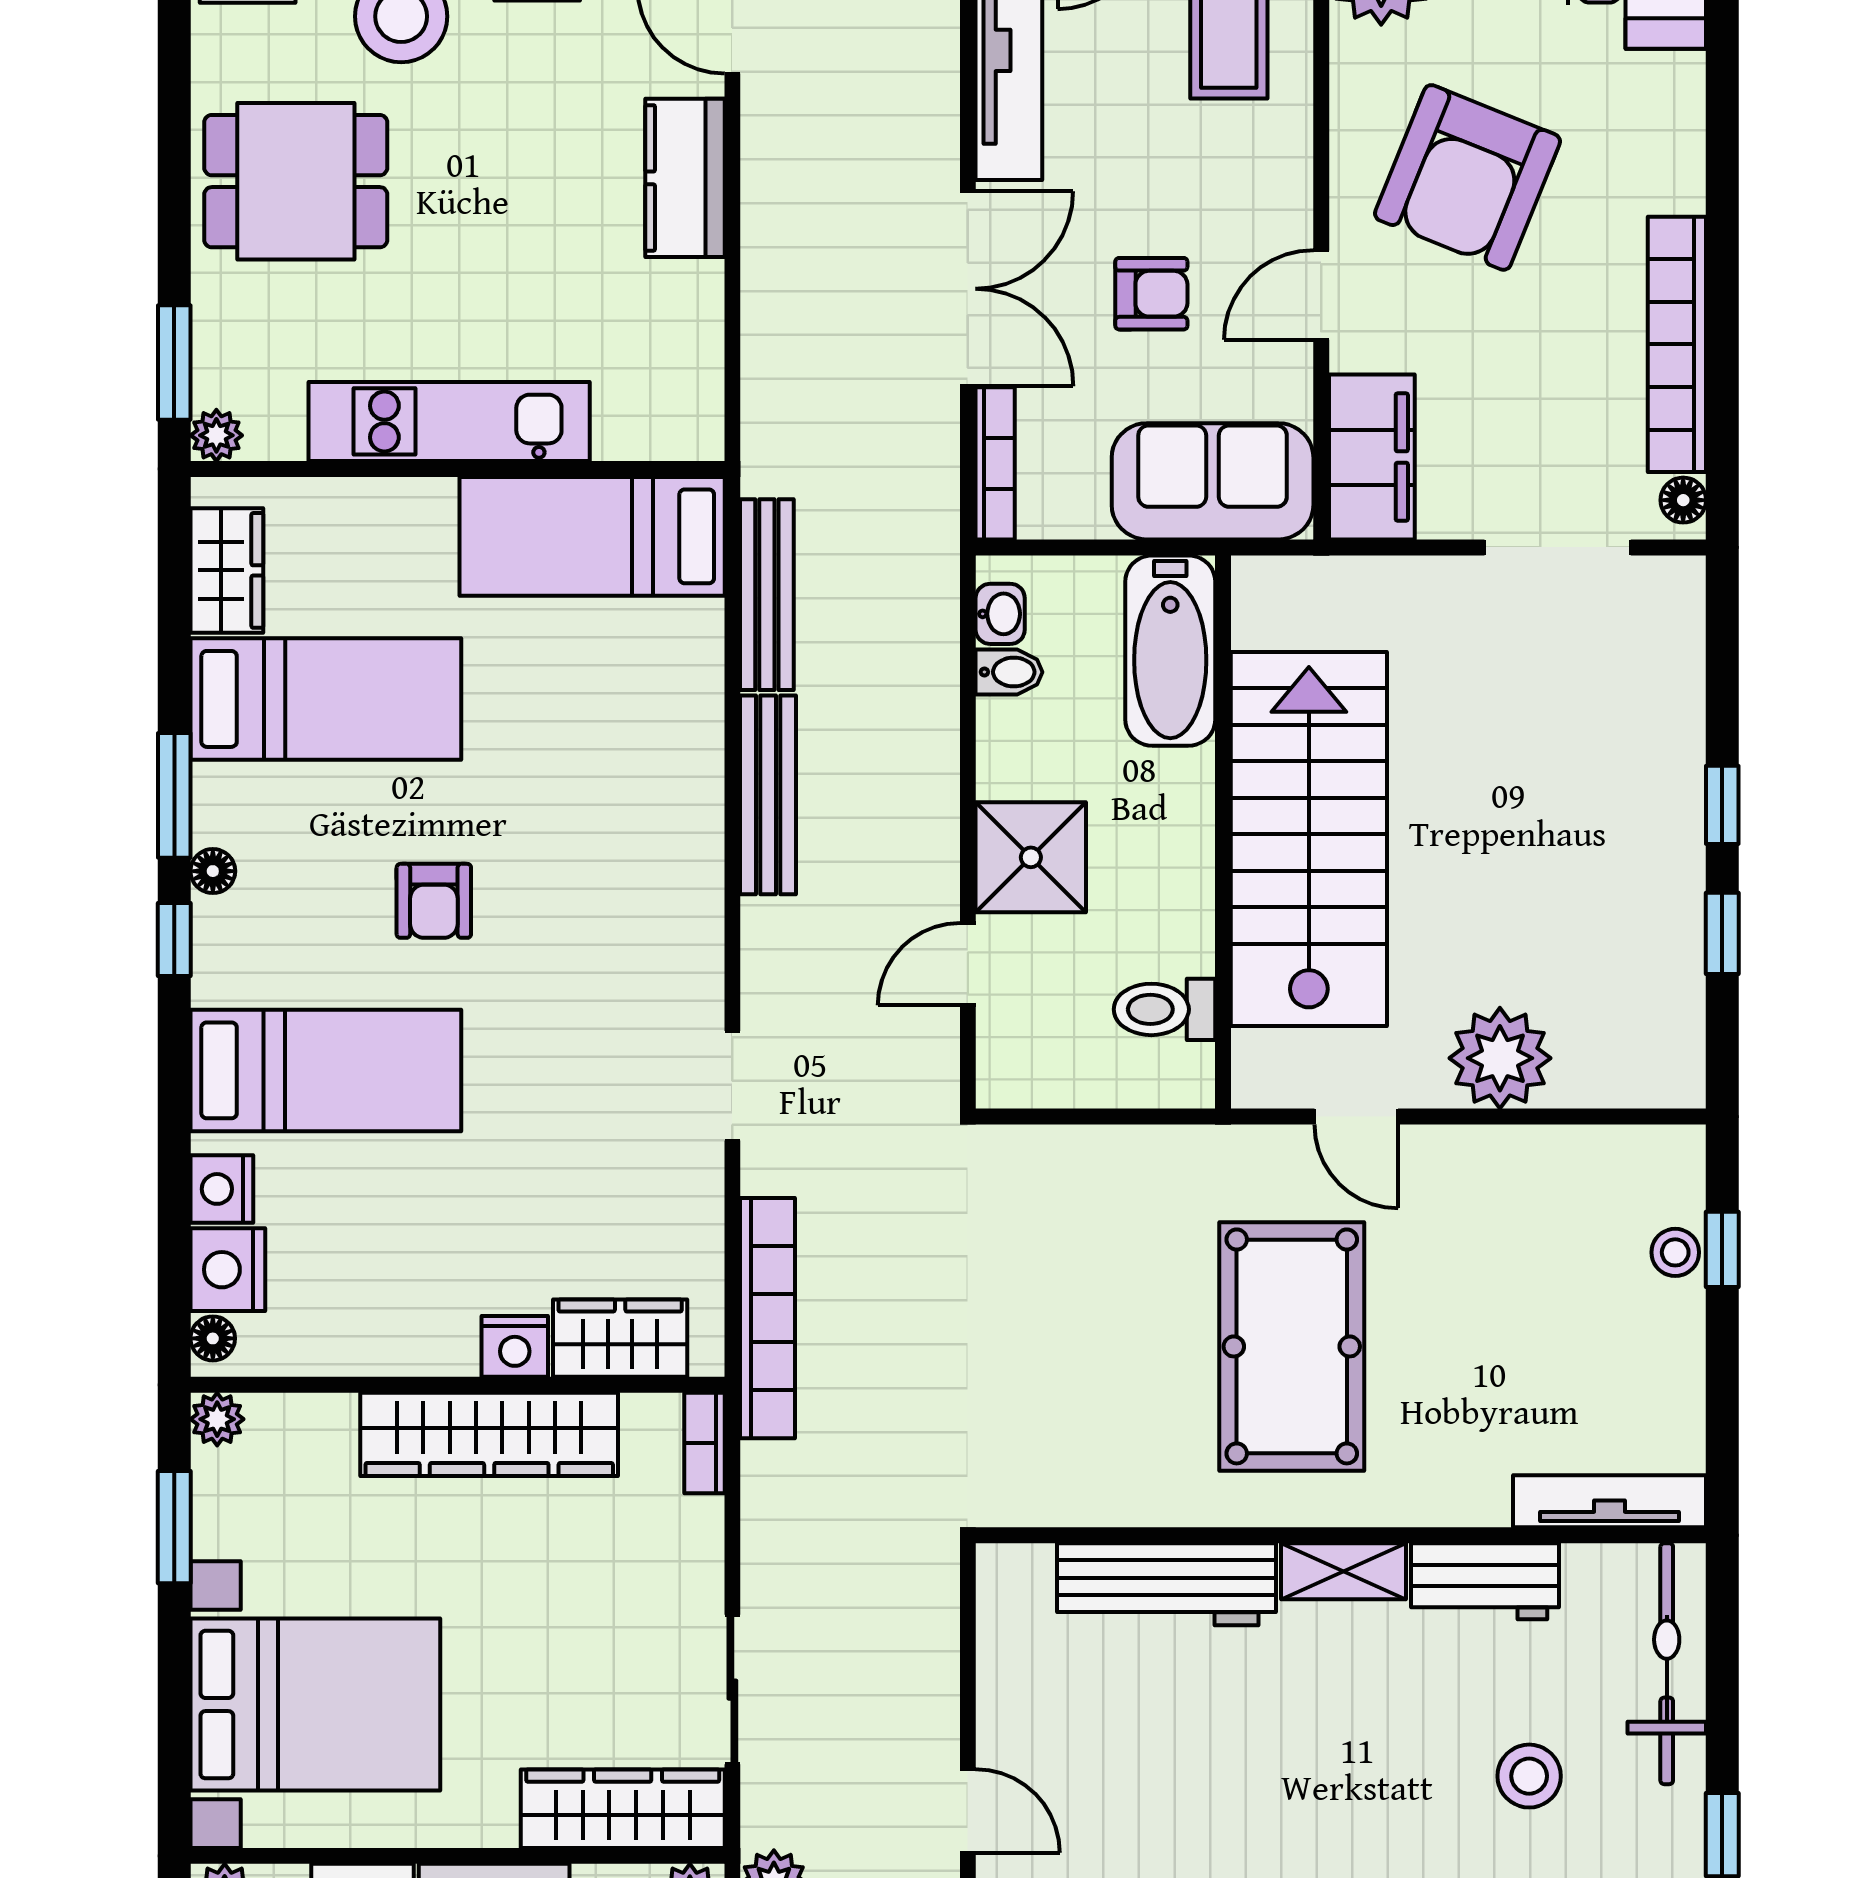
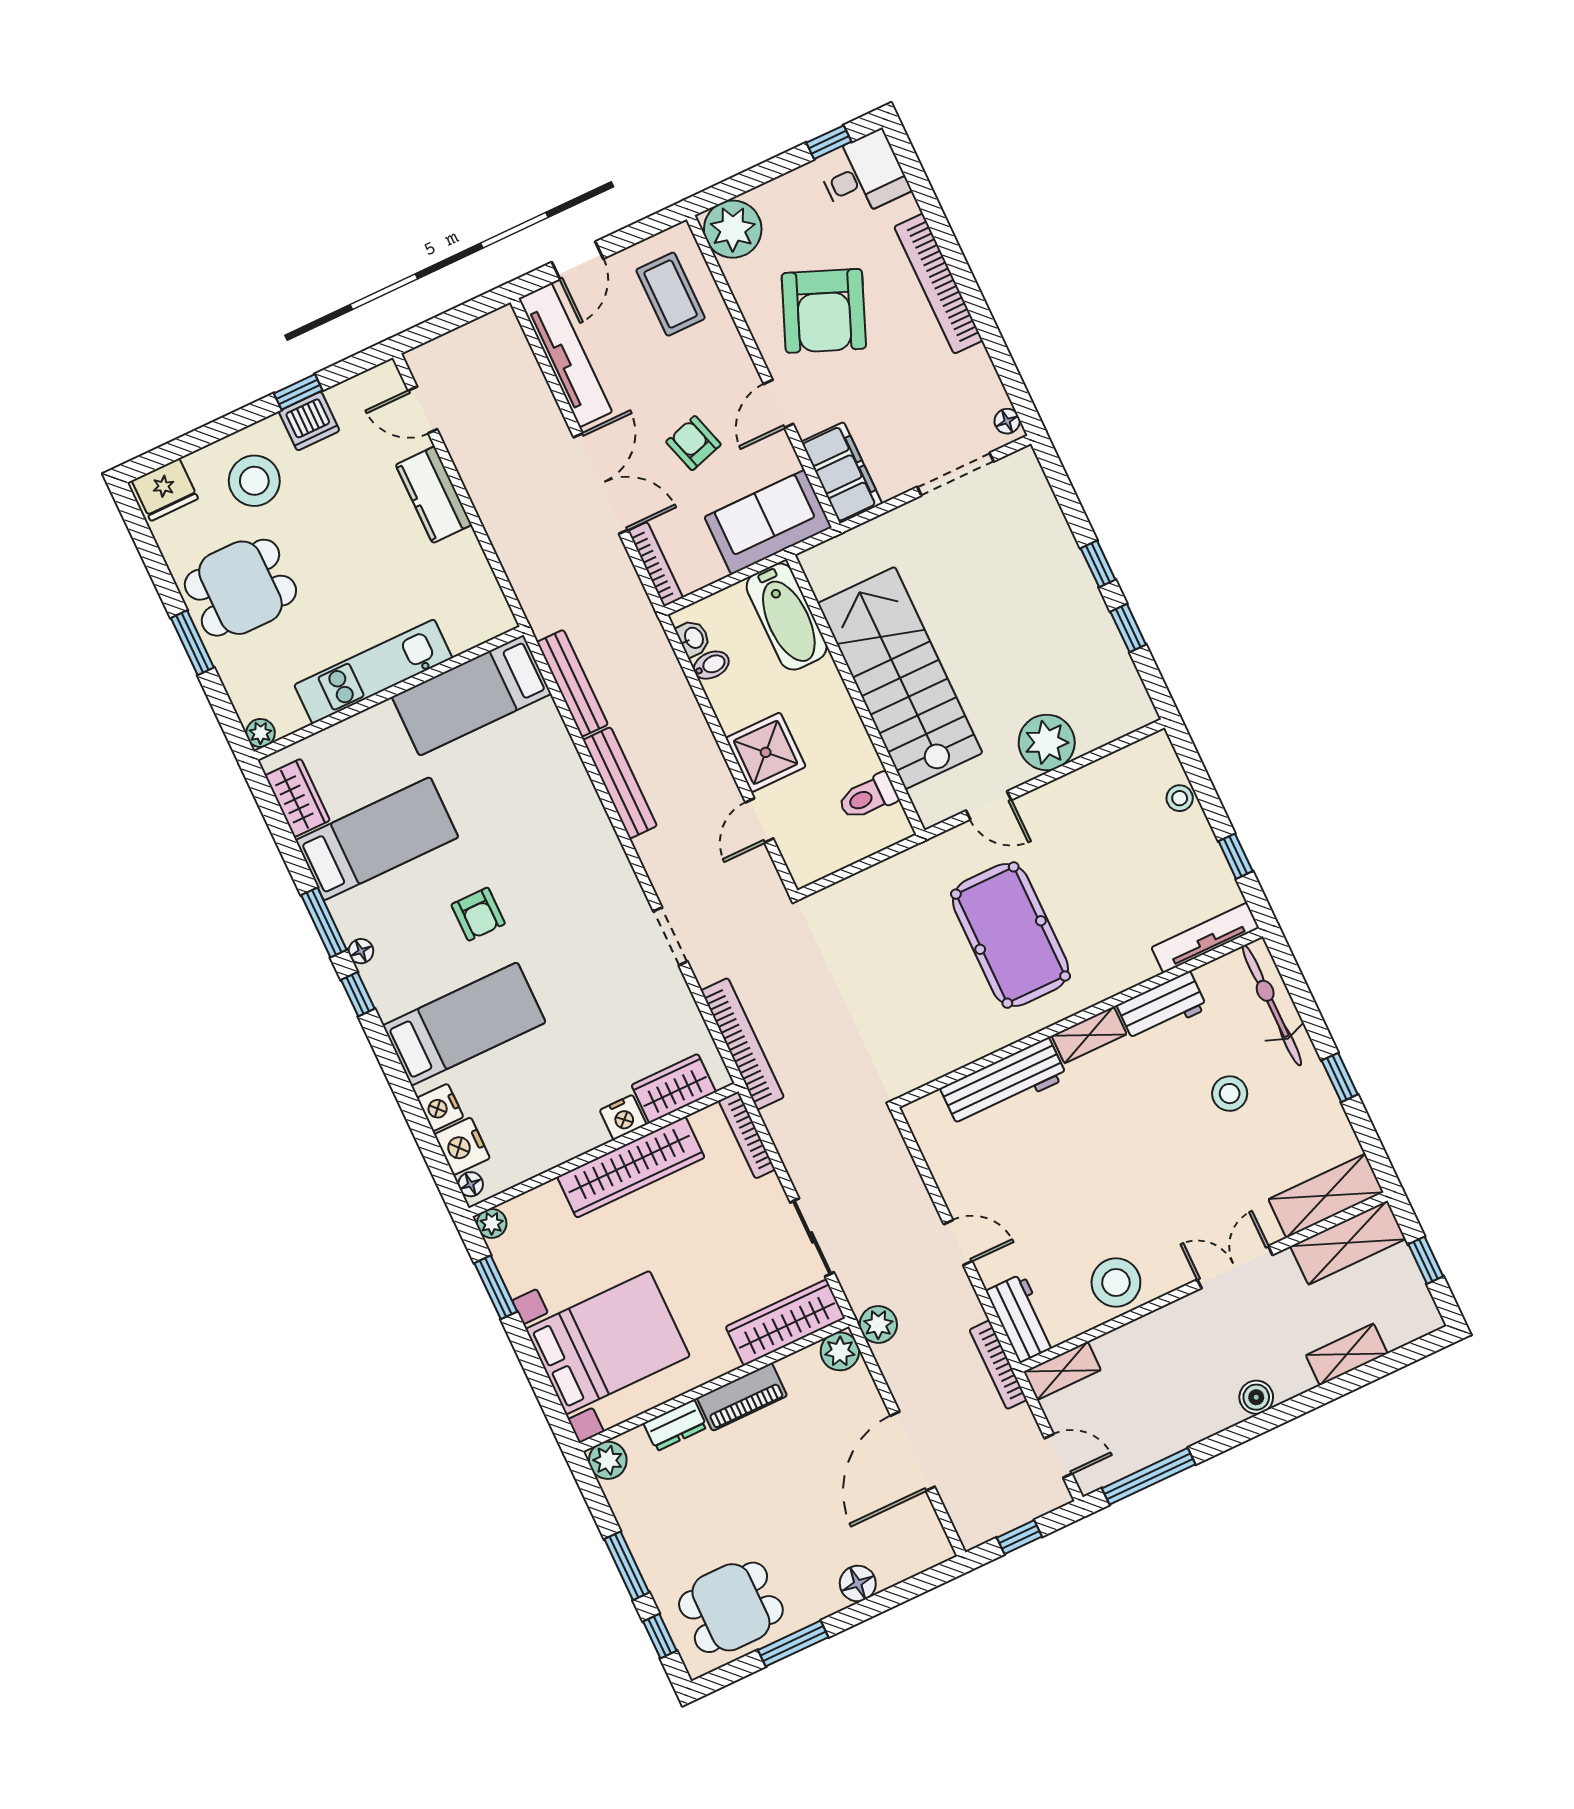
armchair: (1151, 294) -> (693, 443), turned -107
bookcase: (1677, 344) -> (938, 284), moved
window: (174, 362) -> (192, 643), moved
window: (1722, 1249) -> (1236, 856), moved
bookcase: (704, 1443) -> (747, 1135), width x1.56

